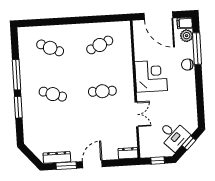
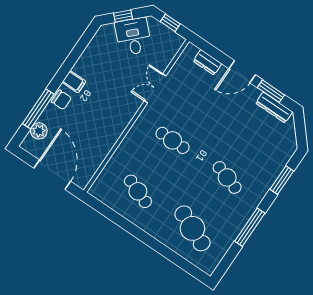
filing cabinet: (185, 23) -> (74, 82), moved
cafe table: (100, 45) -> (138, 191), turned 45
cafe table: (50, 48) -> (192, 228), width x1.37, depth x1.35
corner desk: (151, 76) -> (109, 117), removed
window: (18, 107) -> (282, 180), moved
dresser: (128, 153) -> (207, 62), moved

